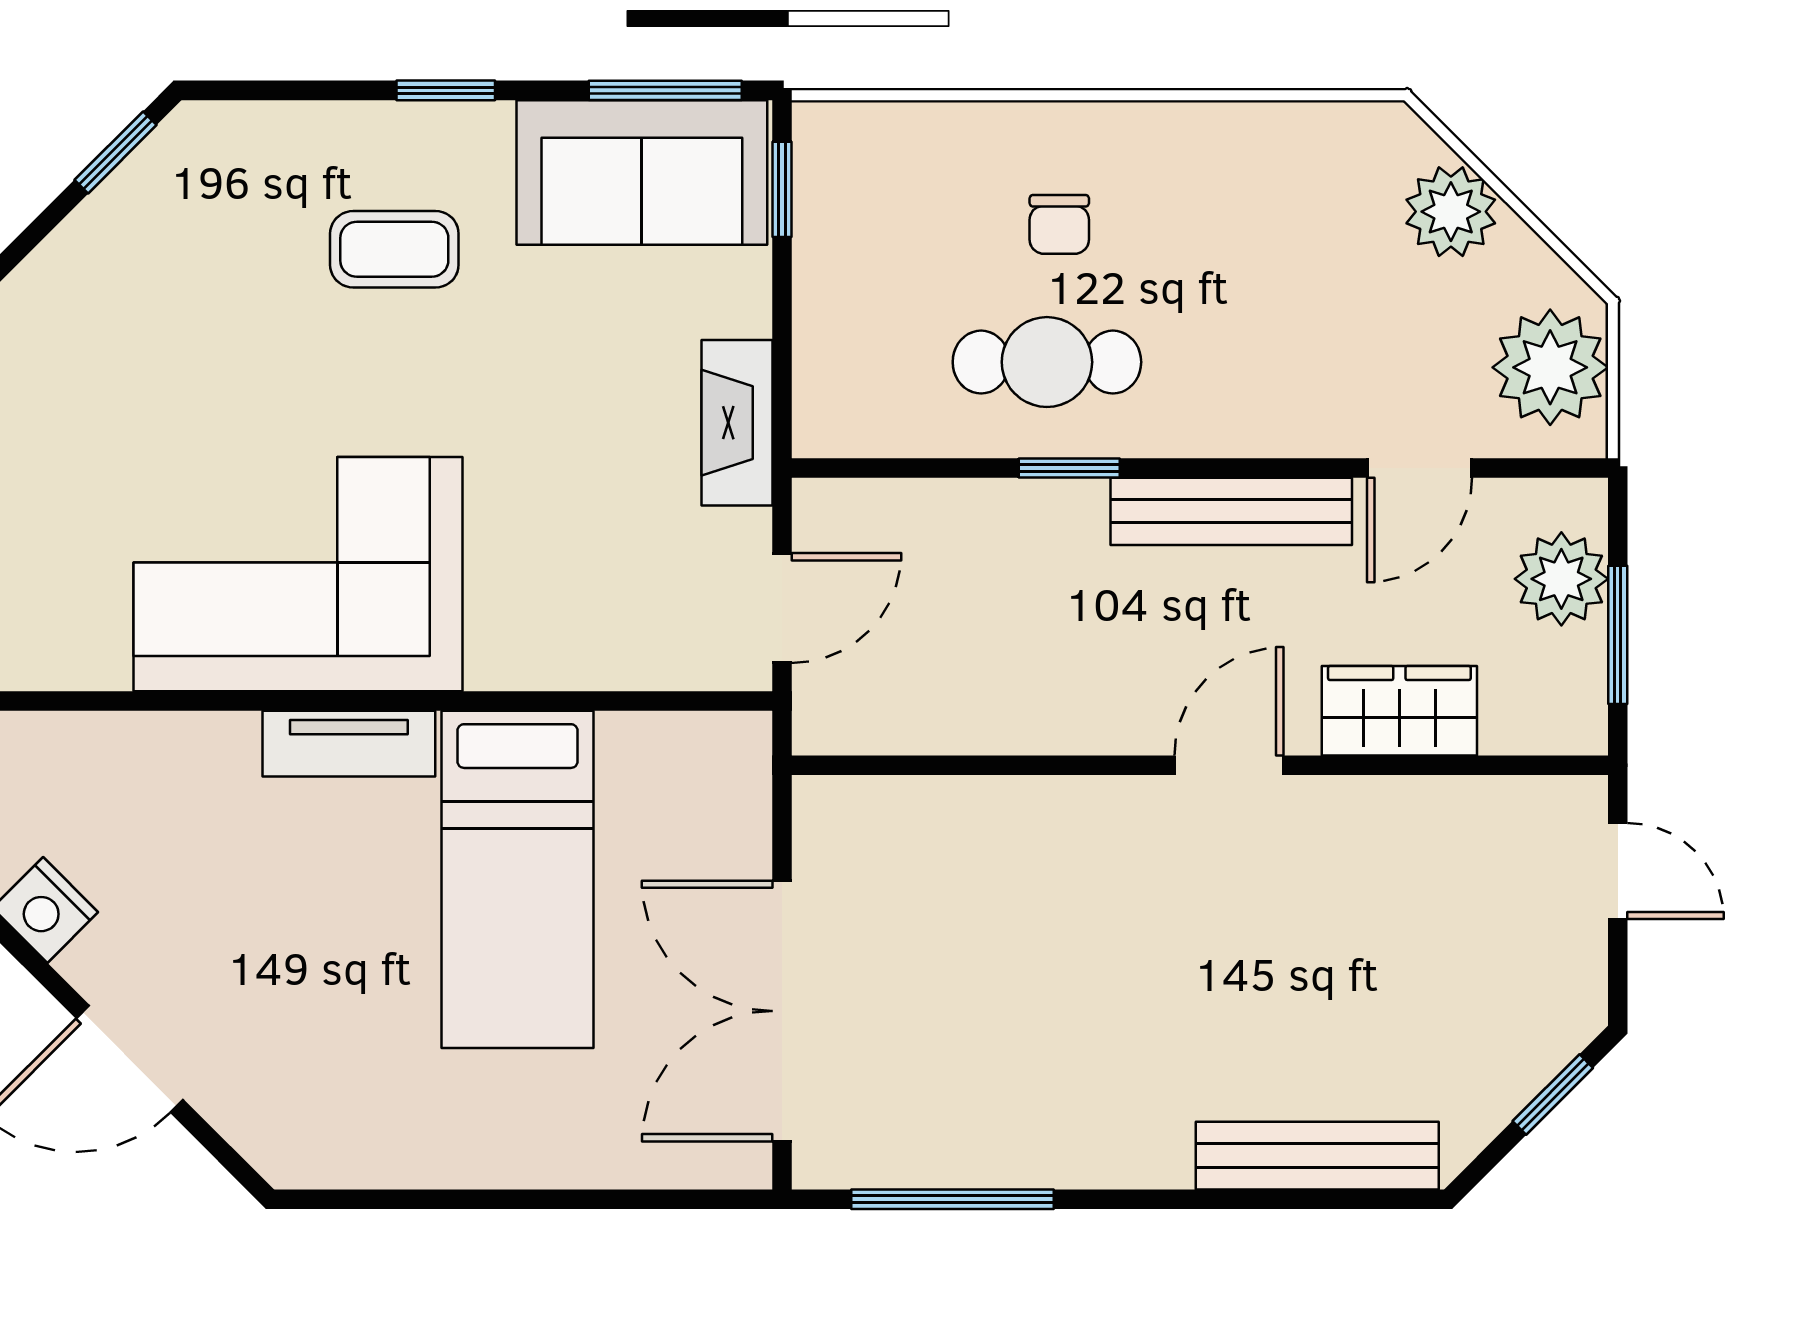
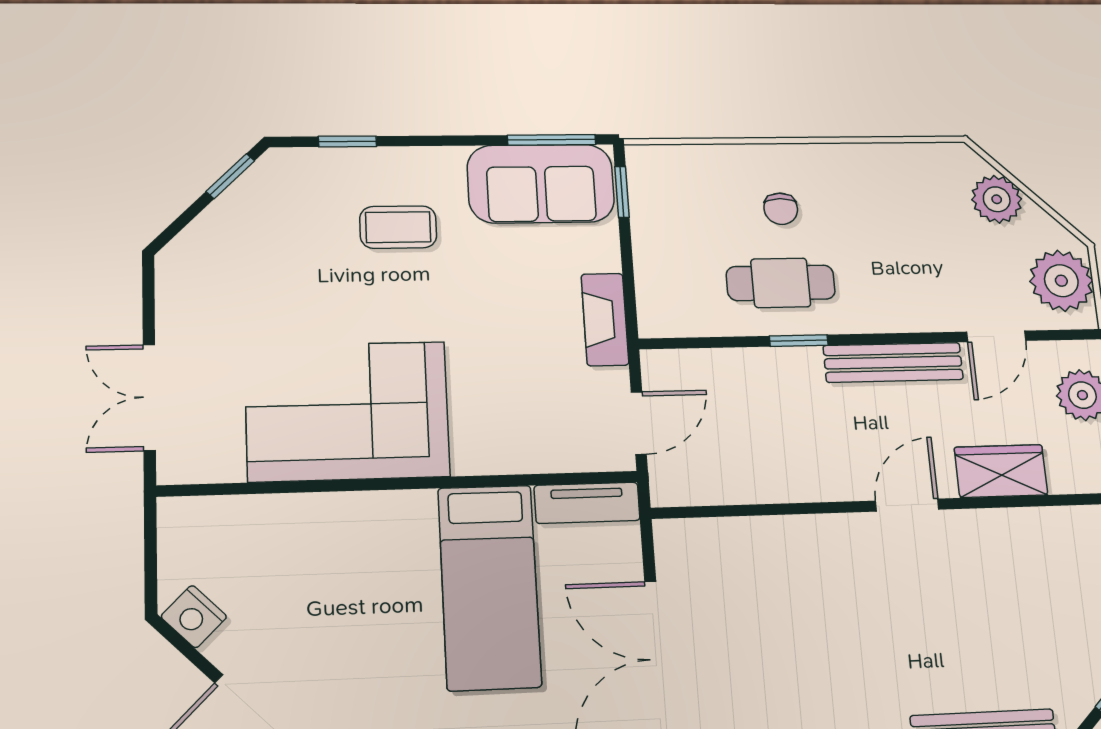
window: (446, 90) -> (347, 141), moved
tv unit: (349, 744) -> (587, 503), moved

